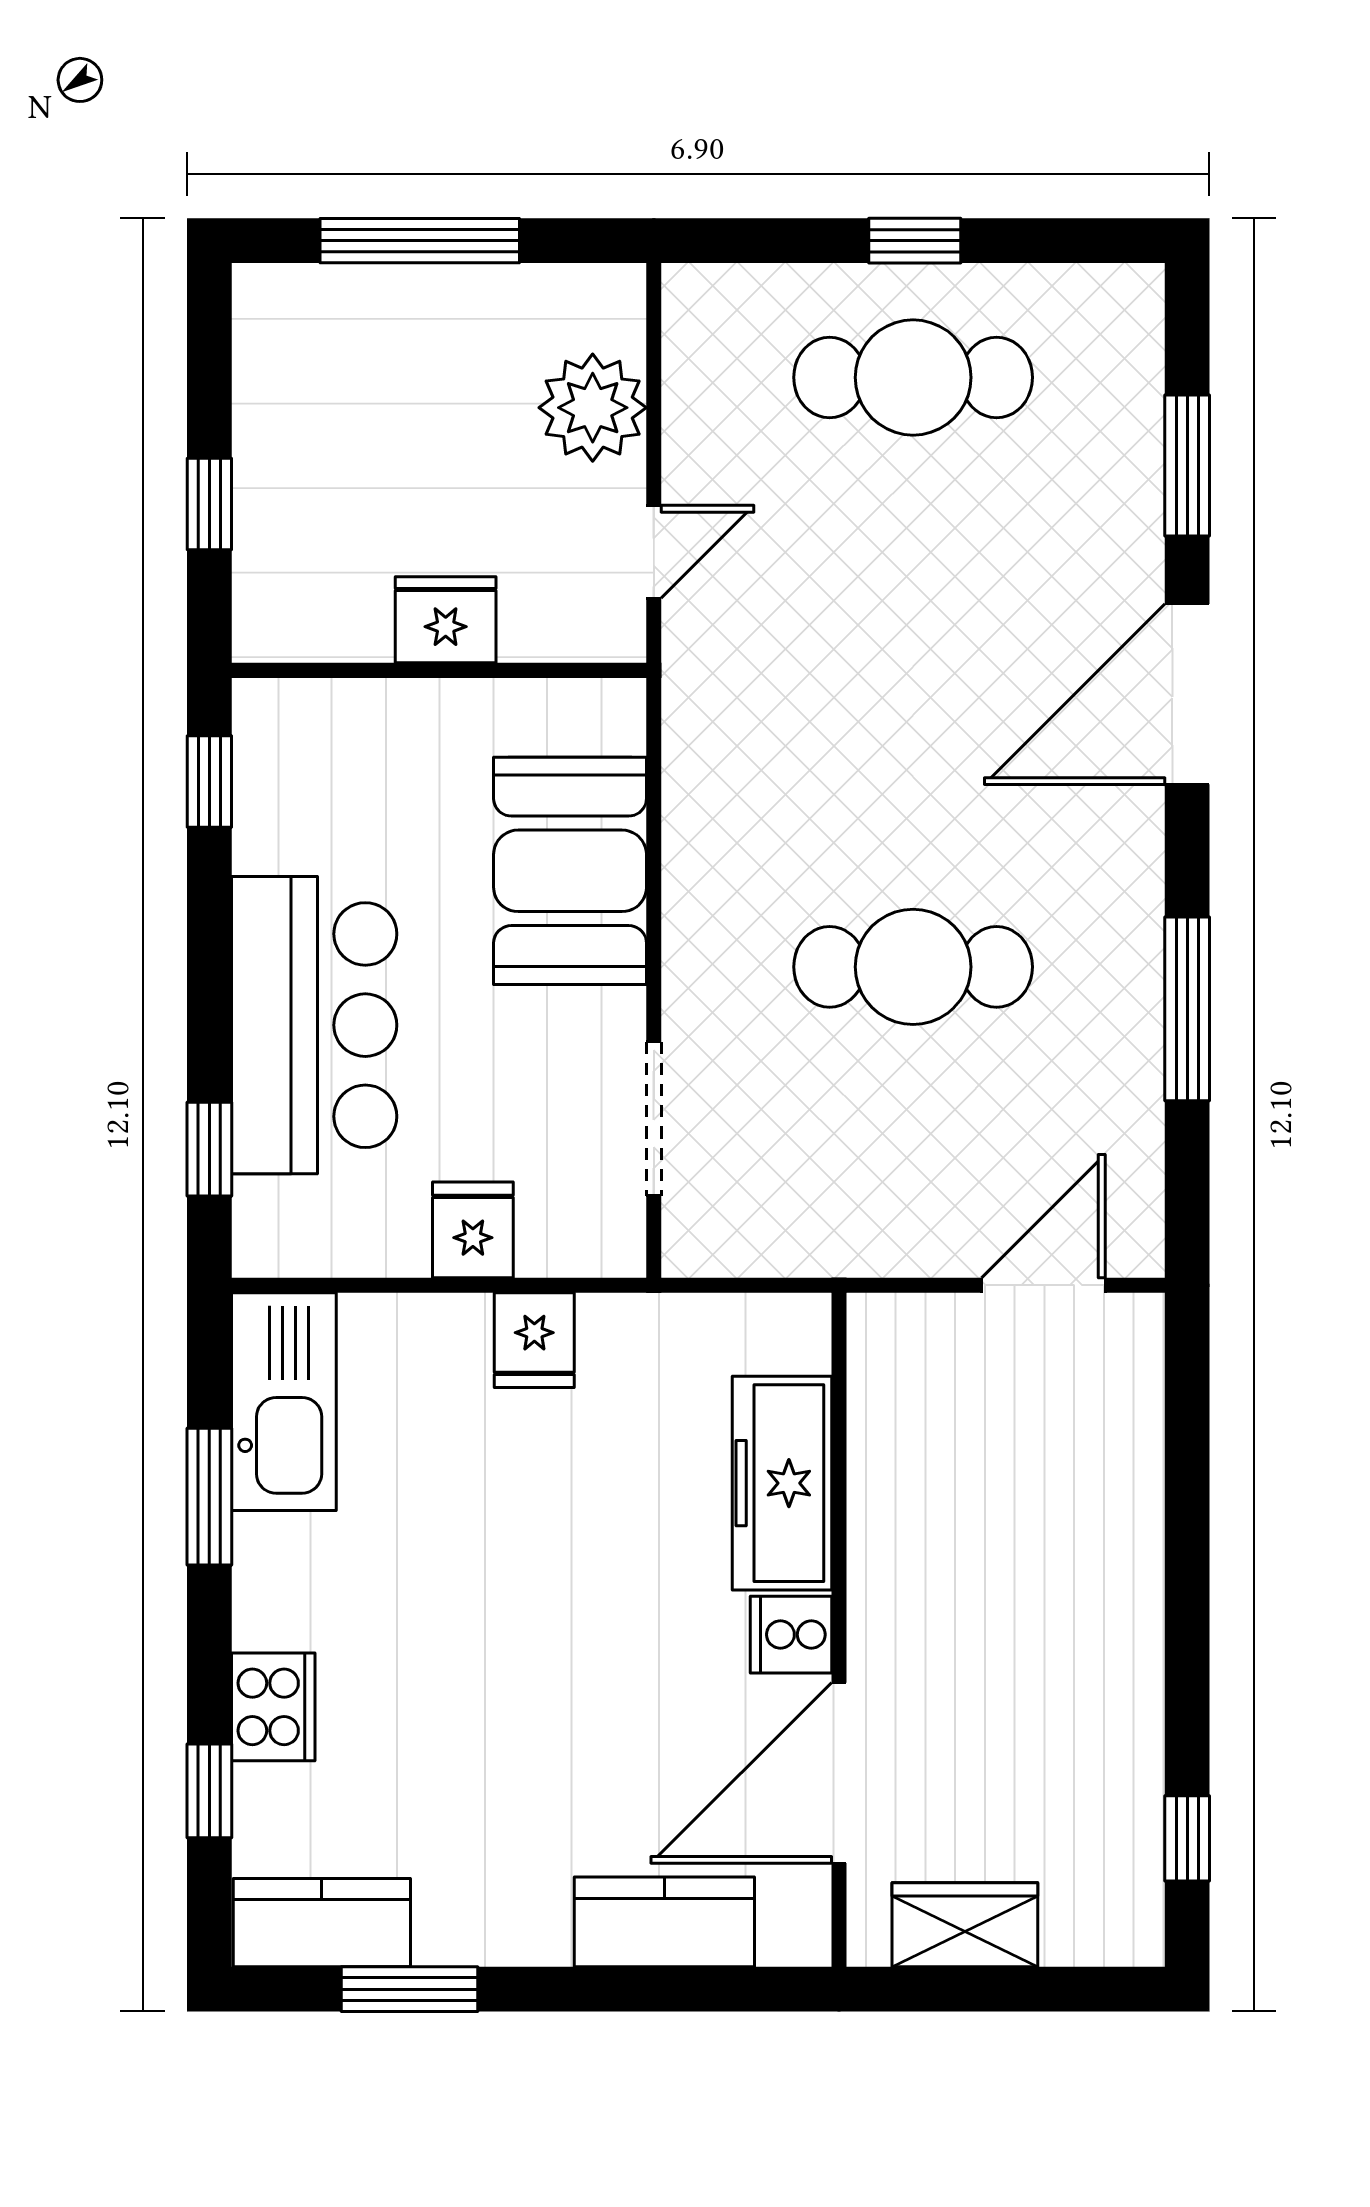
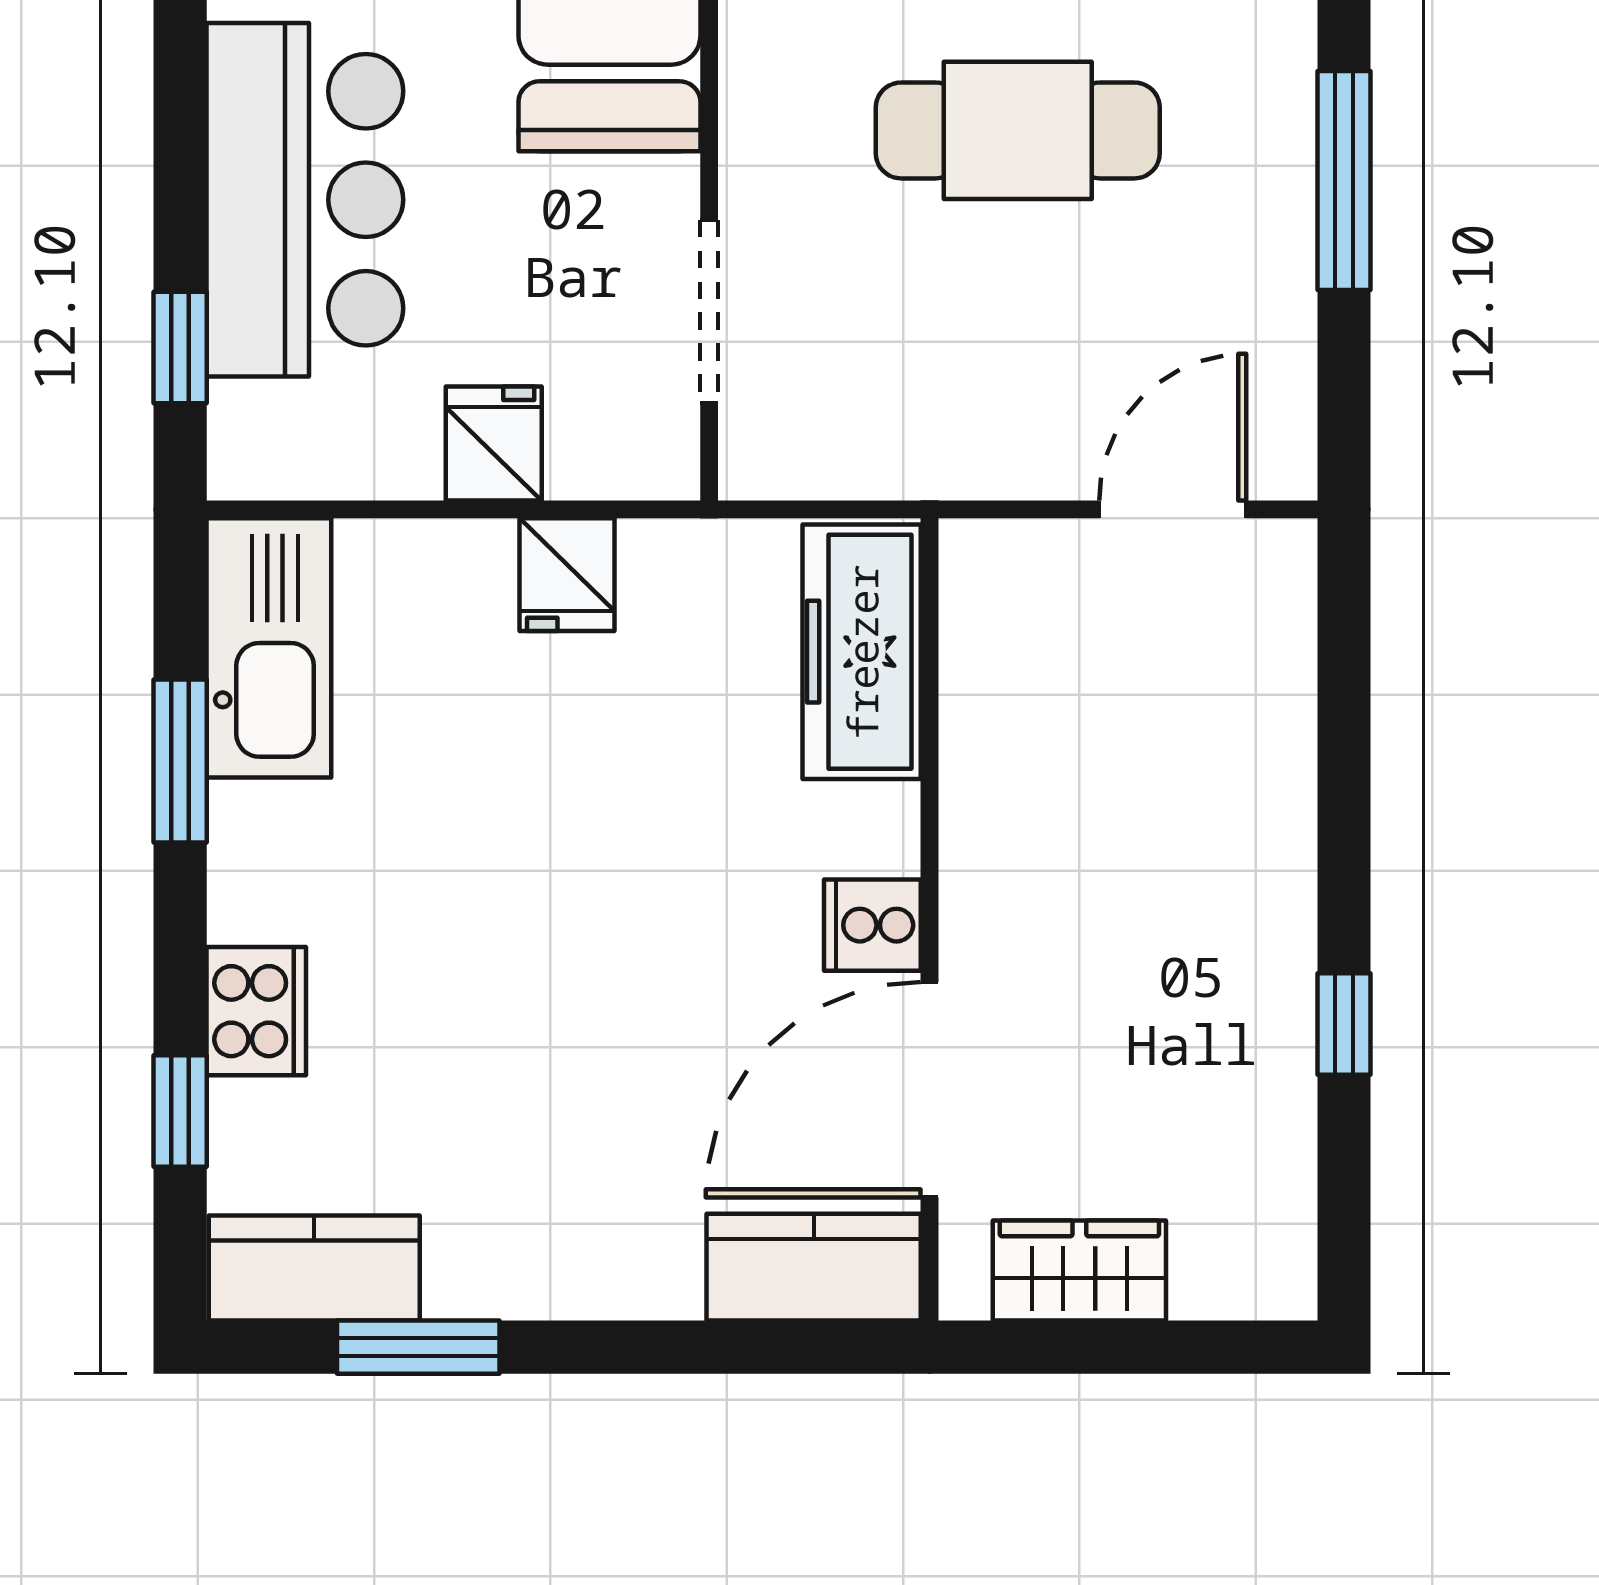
freezer: (782, 1483) -> (862, 652), moved
window: (1187, 1838) -> (1344, 1024), moved
kitchen counter: (664, 1922) -> (814, 1267), moved

